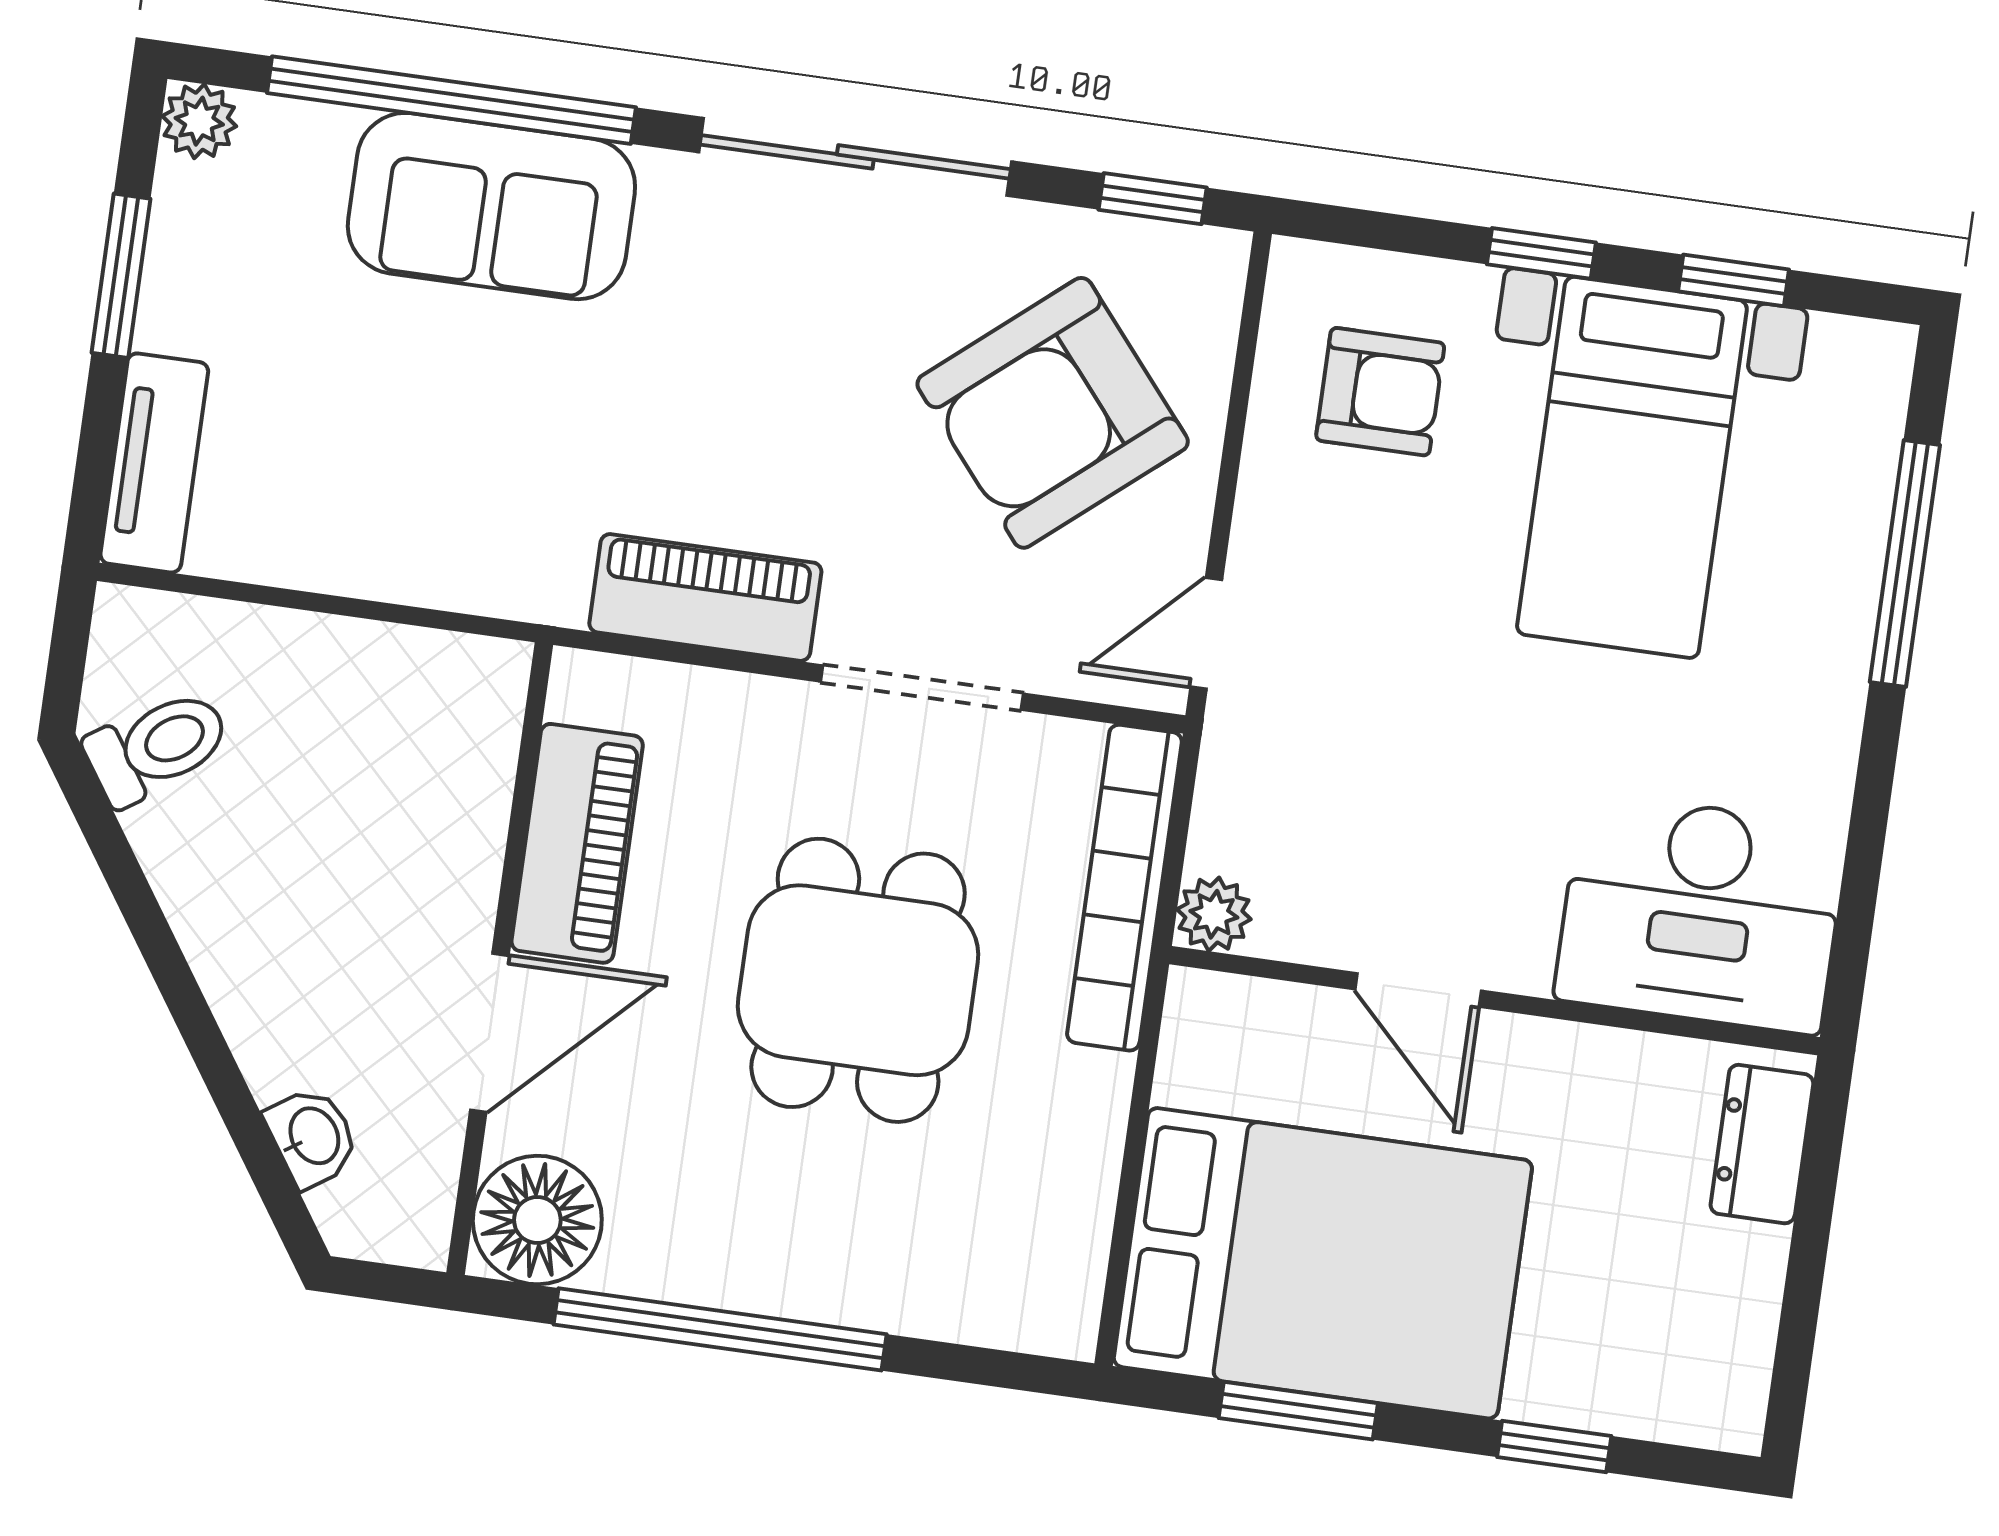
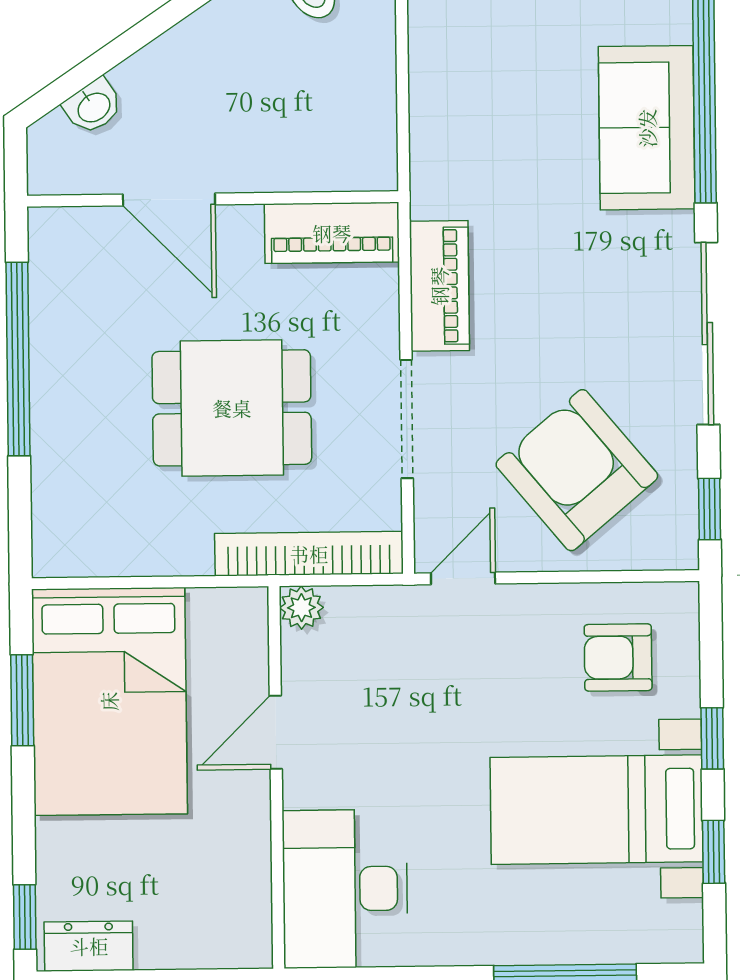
armchair: (1380, 392) -> (618, 658), turned 90
door: (1206, 633) -> (463, 578), hinge flipped
piano: (577, 843) -> (332, 233), moved
dresser: (1762, 1144) -> (89, 946), moved
floor lamp: (537, 1220) -> (65, 244), removed
window: (1554, 1447) -> (25, 917), moved

